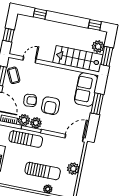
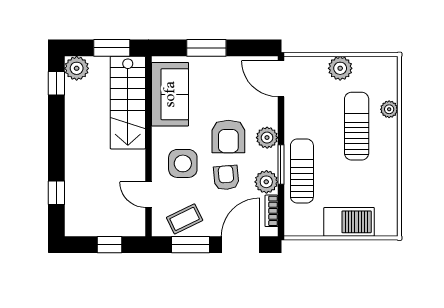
plant: (98, 47) -> (77, 68), moved
side table: (42, 80) -> (183, 163), added
sofa: (86, 89) -> (170, 94), moved, turned -90
armchair: (51, 106) -> (228, 137), turned 90
plant: (36, 123) -> (267, 138), moved

